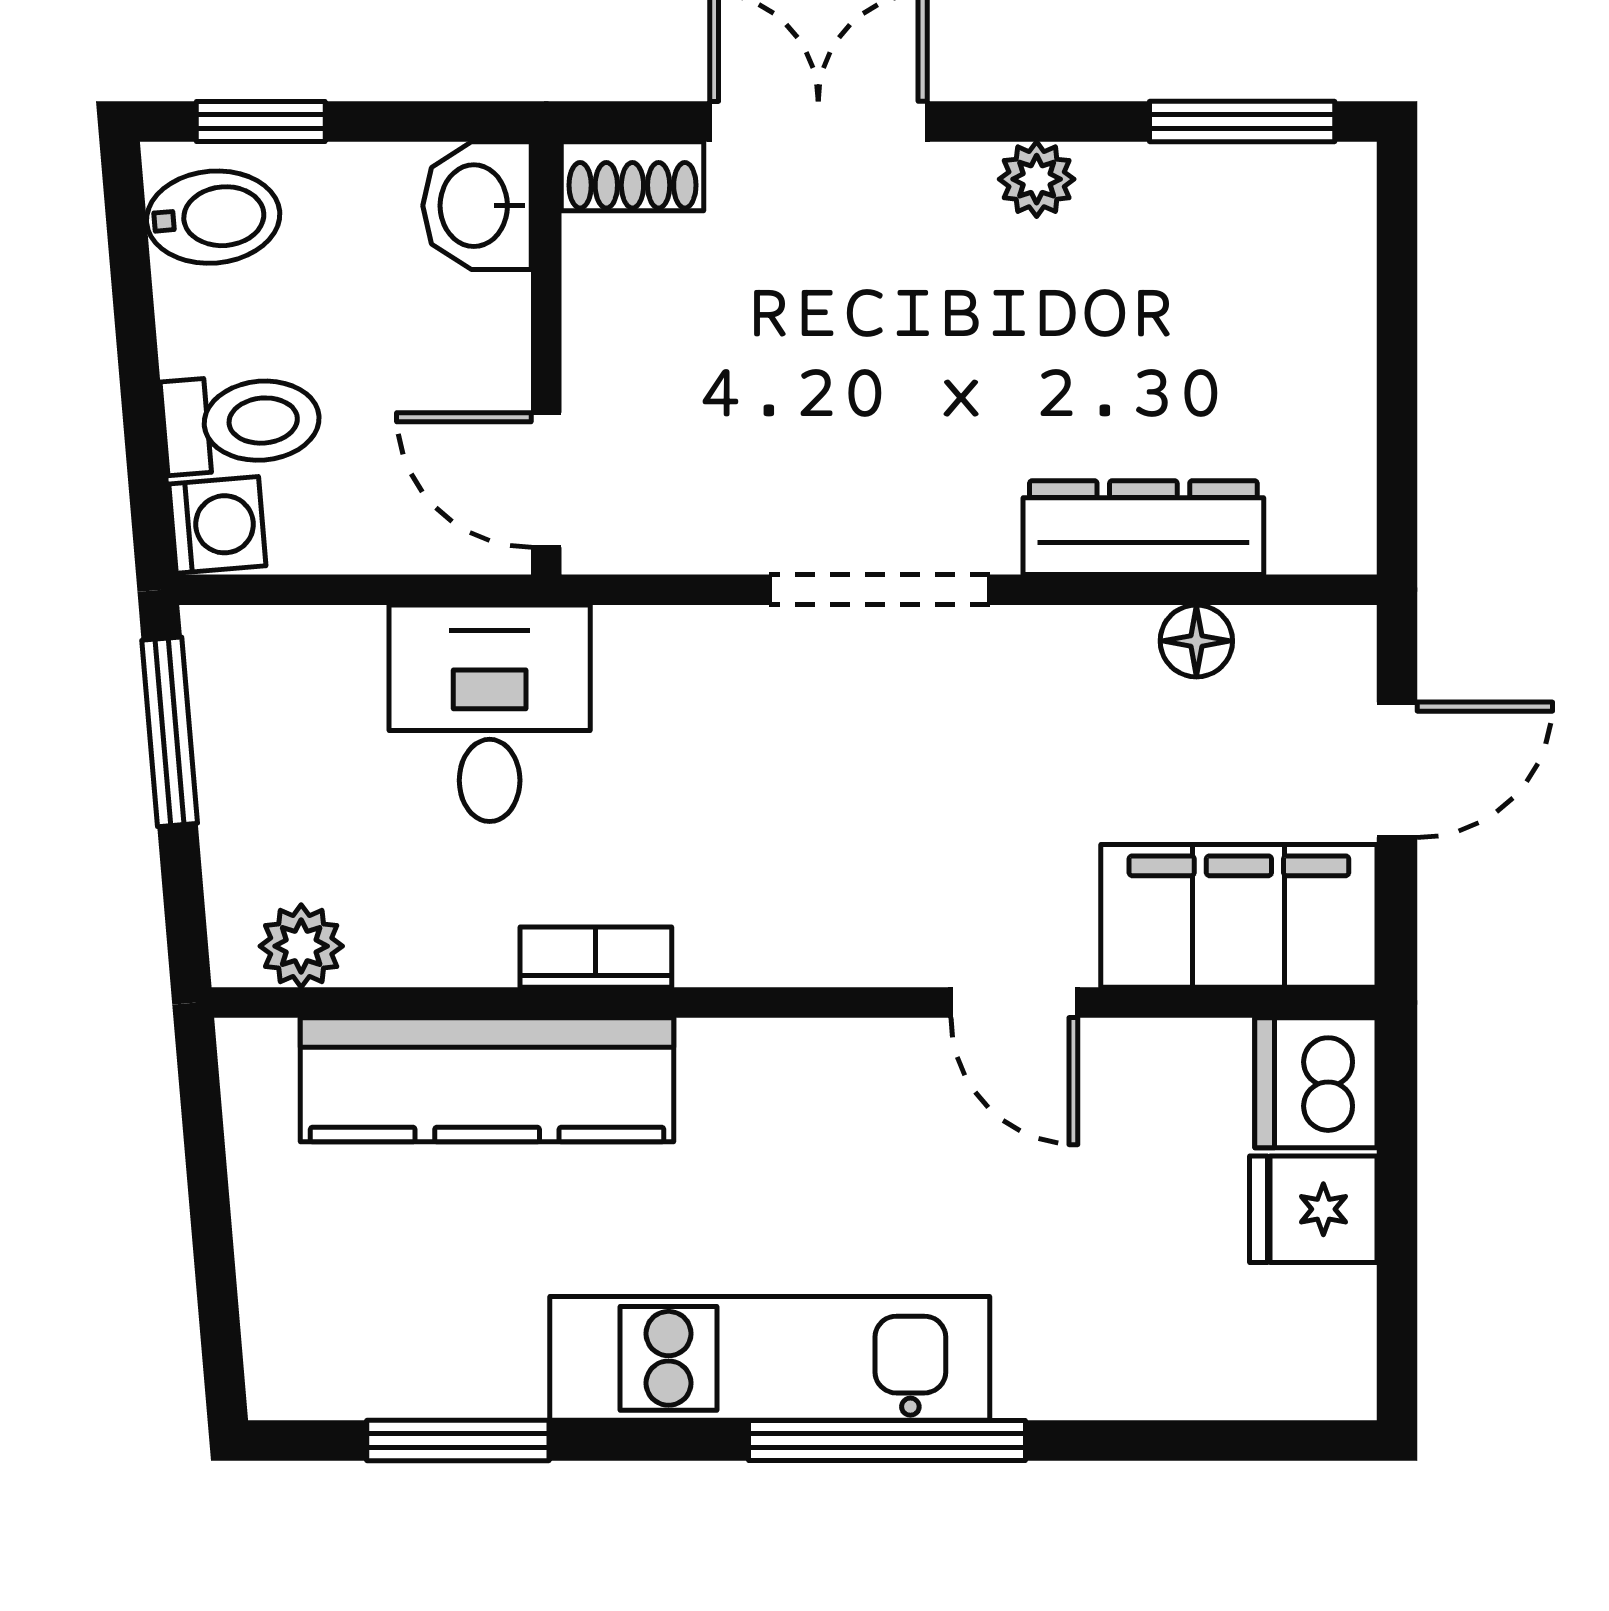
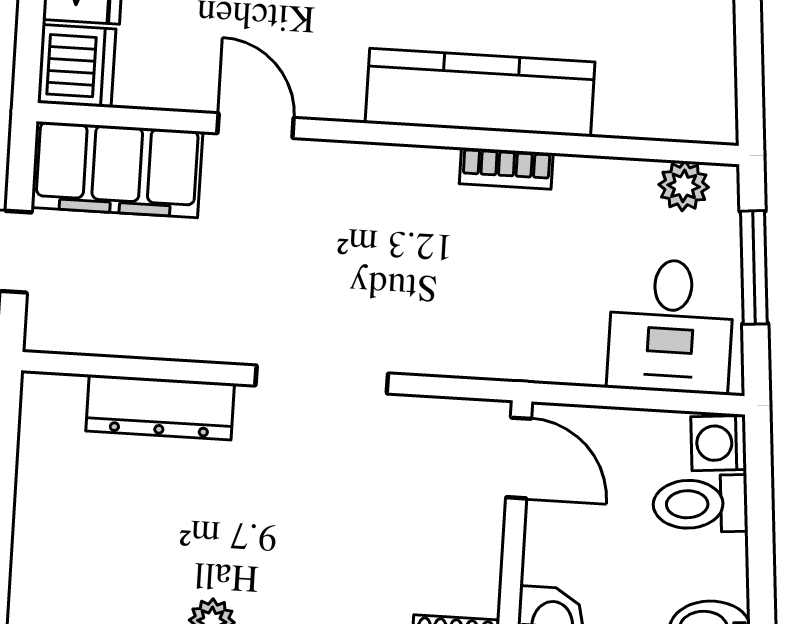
floor lamp: (1196, 641) -> (132, 337), removed
desk: (490, 713) -> (671, 326), moved
window: (170, 732) -> (754, 267), moved
kitchen counter: (487, 1080) -> (480, 92), moved

